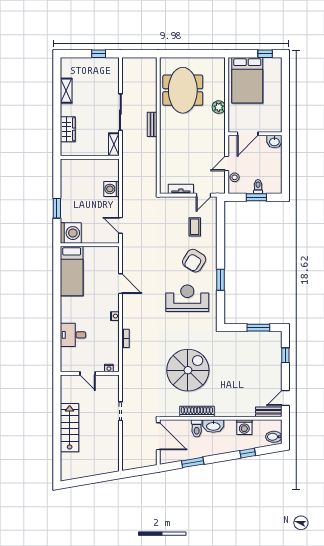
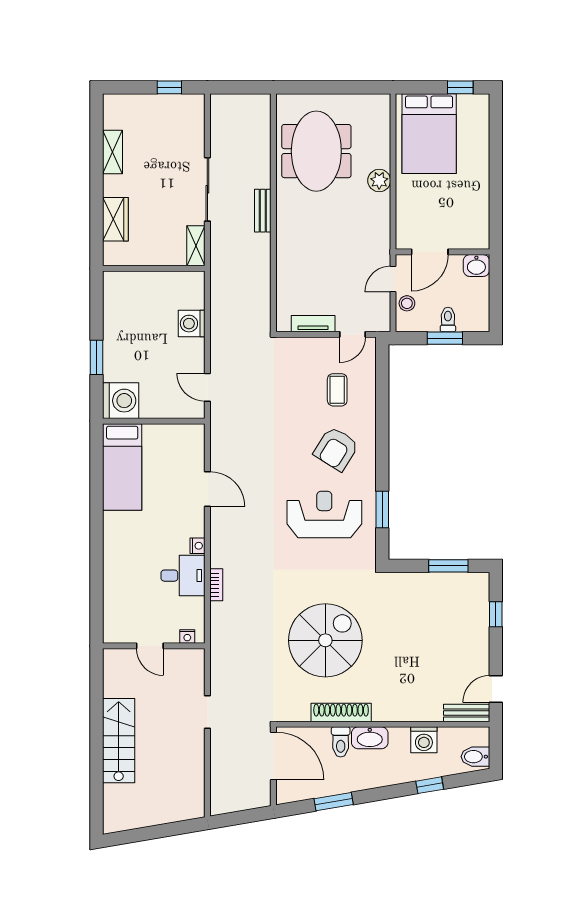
door: (248, 134) -> (430, 252), moved
wall: (255, 134) -> (442, 252), moved
washbasin: (274, 142) -> (476, 266), moved
window: (220, 280) -> (382, 510), moved
desk: (73, 335) -> (183, 576), moved, turned 180

